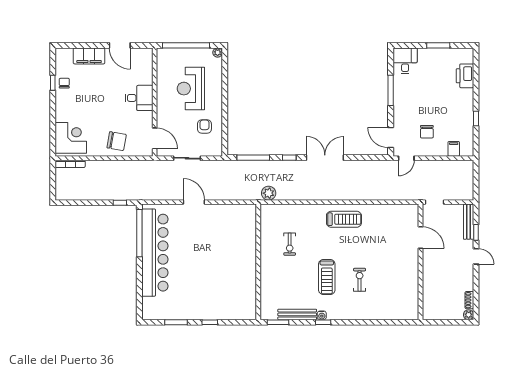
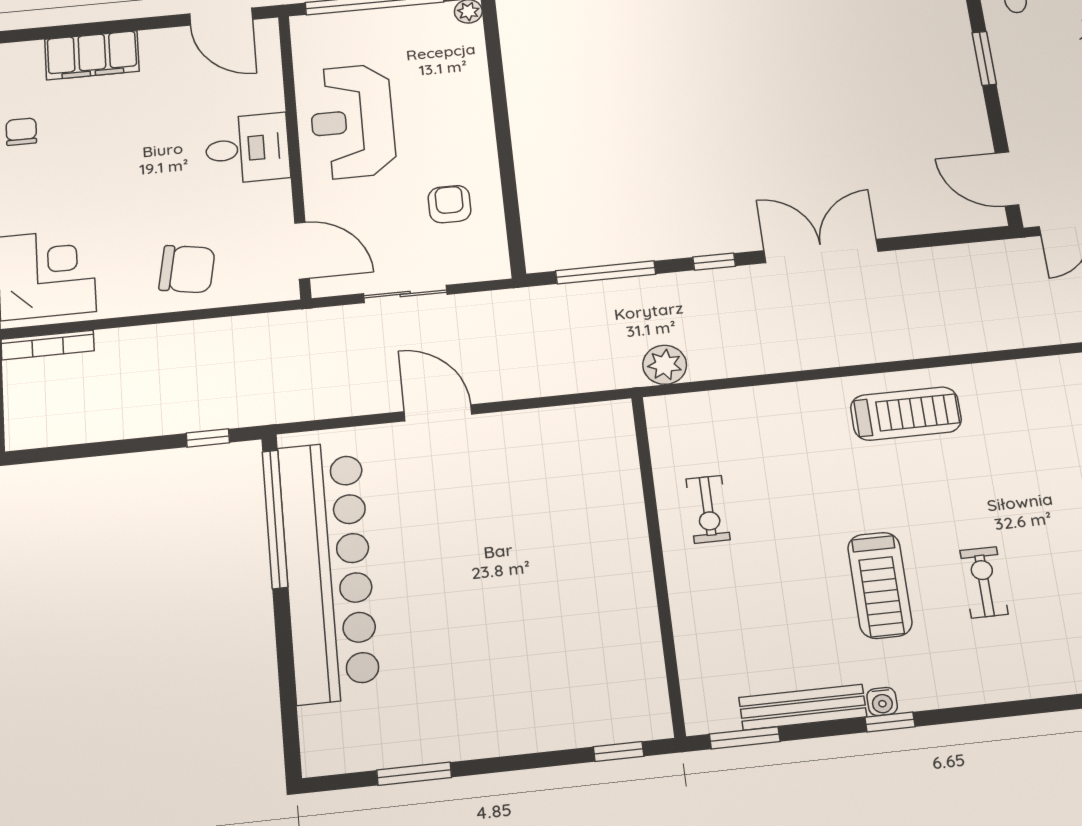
door: (120, 45) -> (221, 17), moved
reception desk: (191, 89) -> (352, 121), moved
window: (391, 90) -> (984, 58), width x0.69
exercise bike: (290, 244) -> (708, 509), moved
window: (210, 322) -> (619, 751), moved

